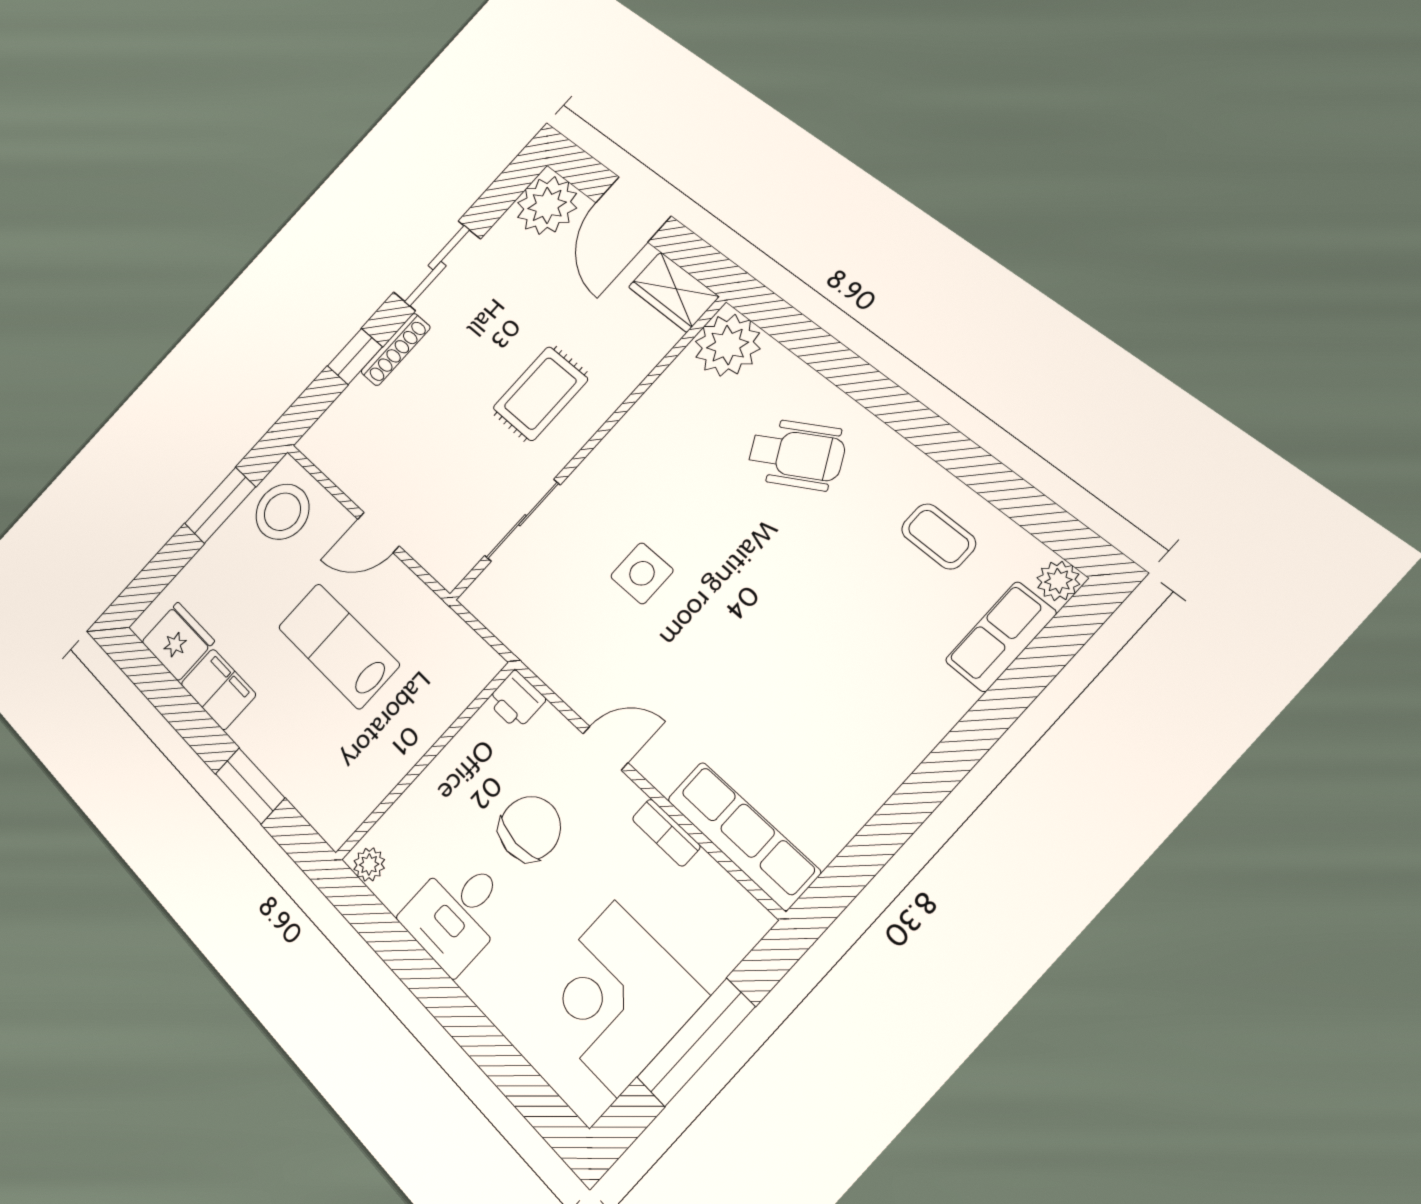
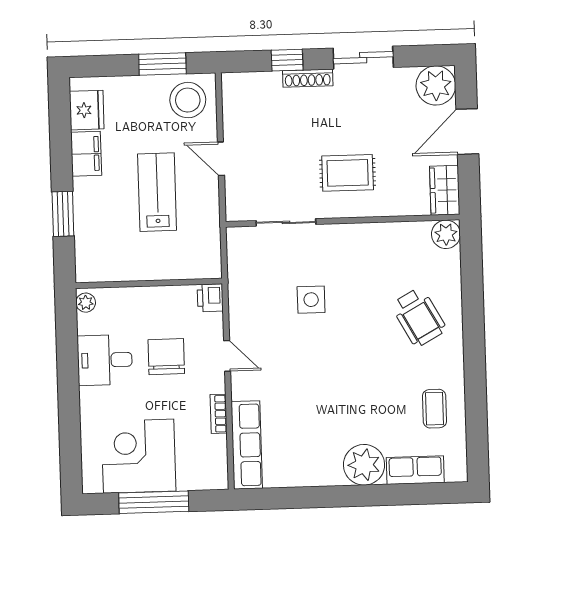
plant: (728, 345) -> (446, 234), width x0.73, depth x0.73
plant: (1058, 581) -> (364, 465), moved, width x1.87, depth x1.87
chair: (530, 828) -> (166, 357), turned -93

